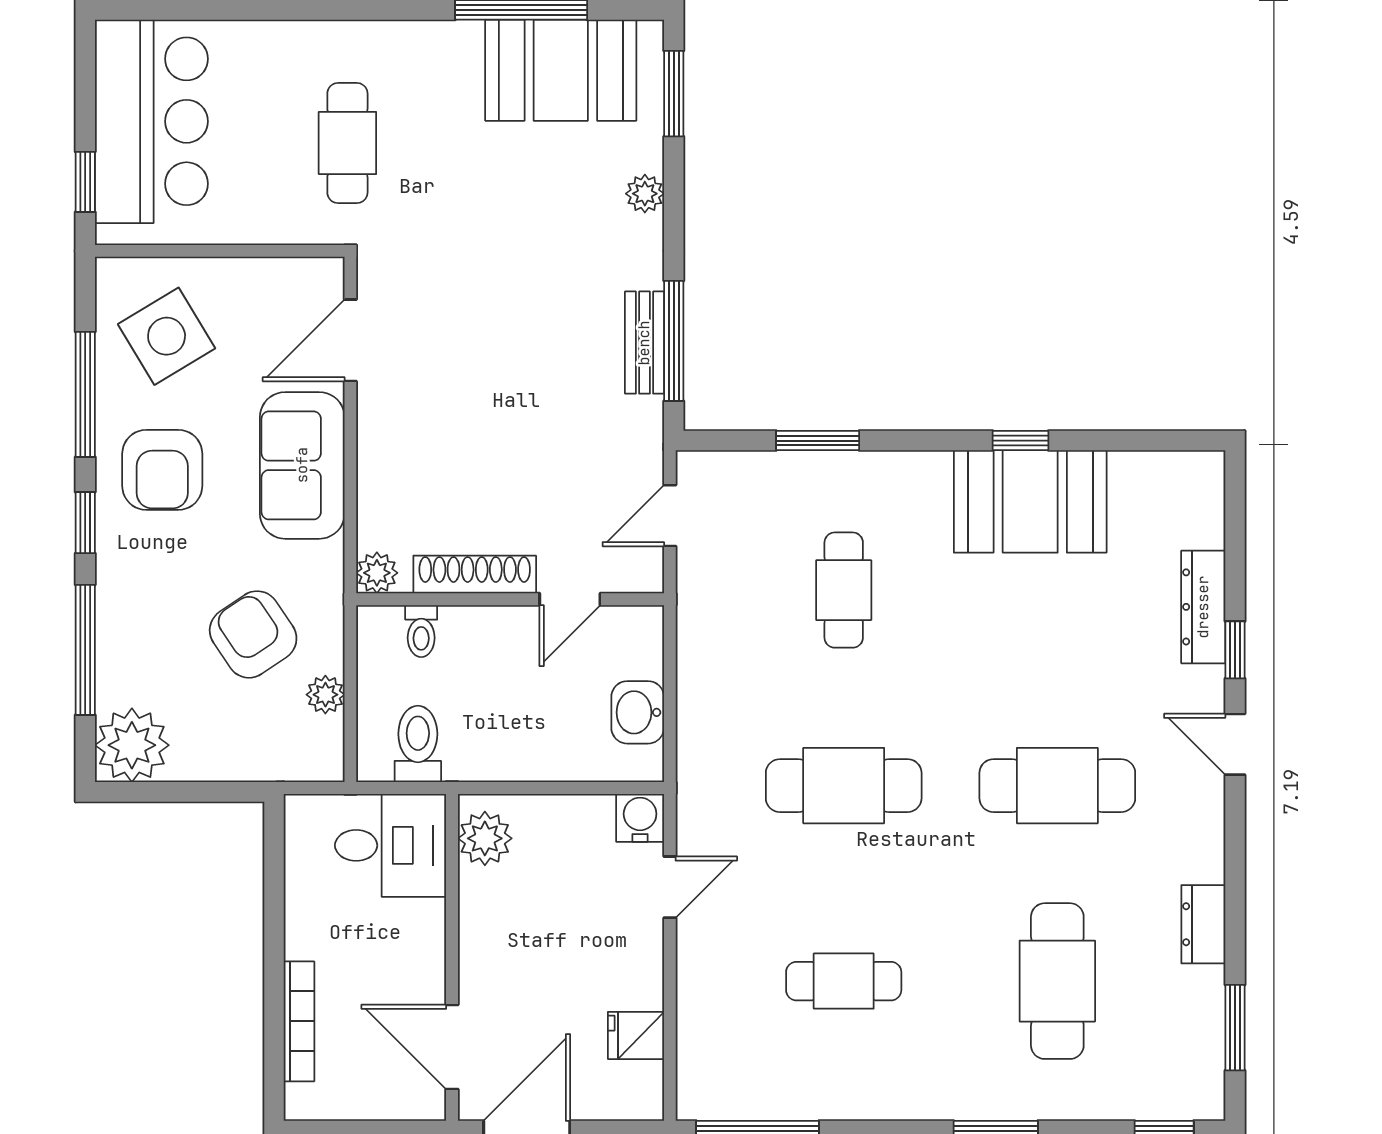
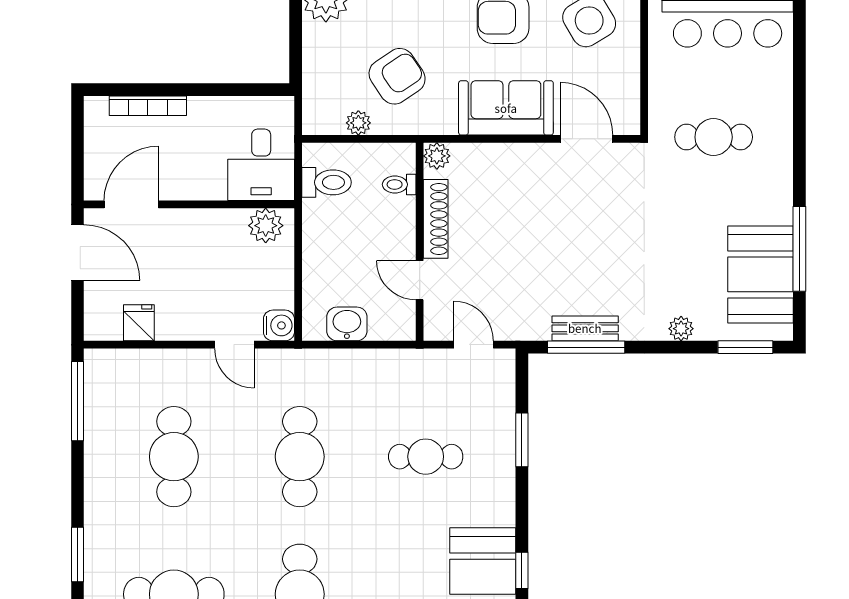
cafe table: (844, 981) -> (174, 457), width x1.37, depth x1.35

